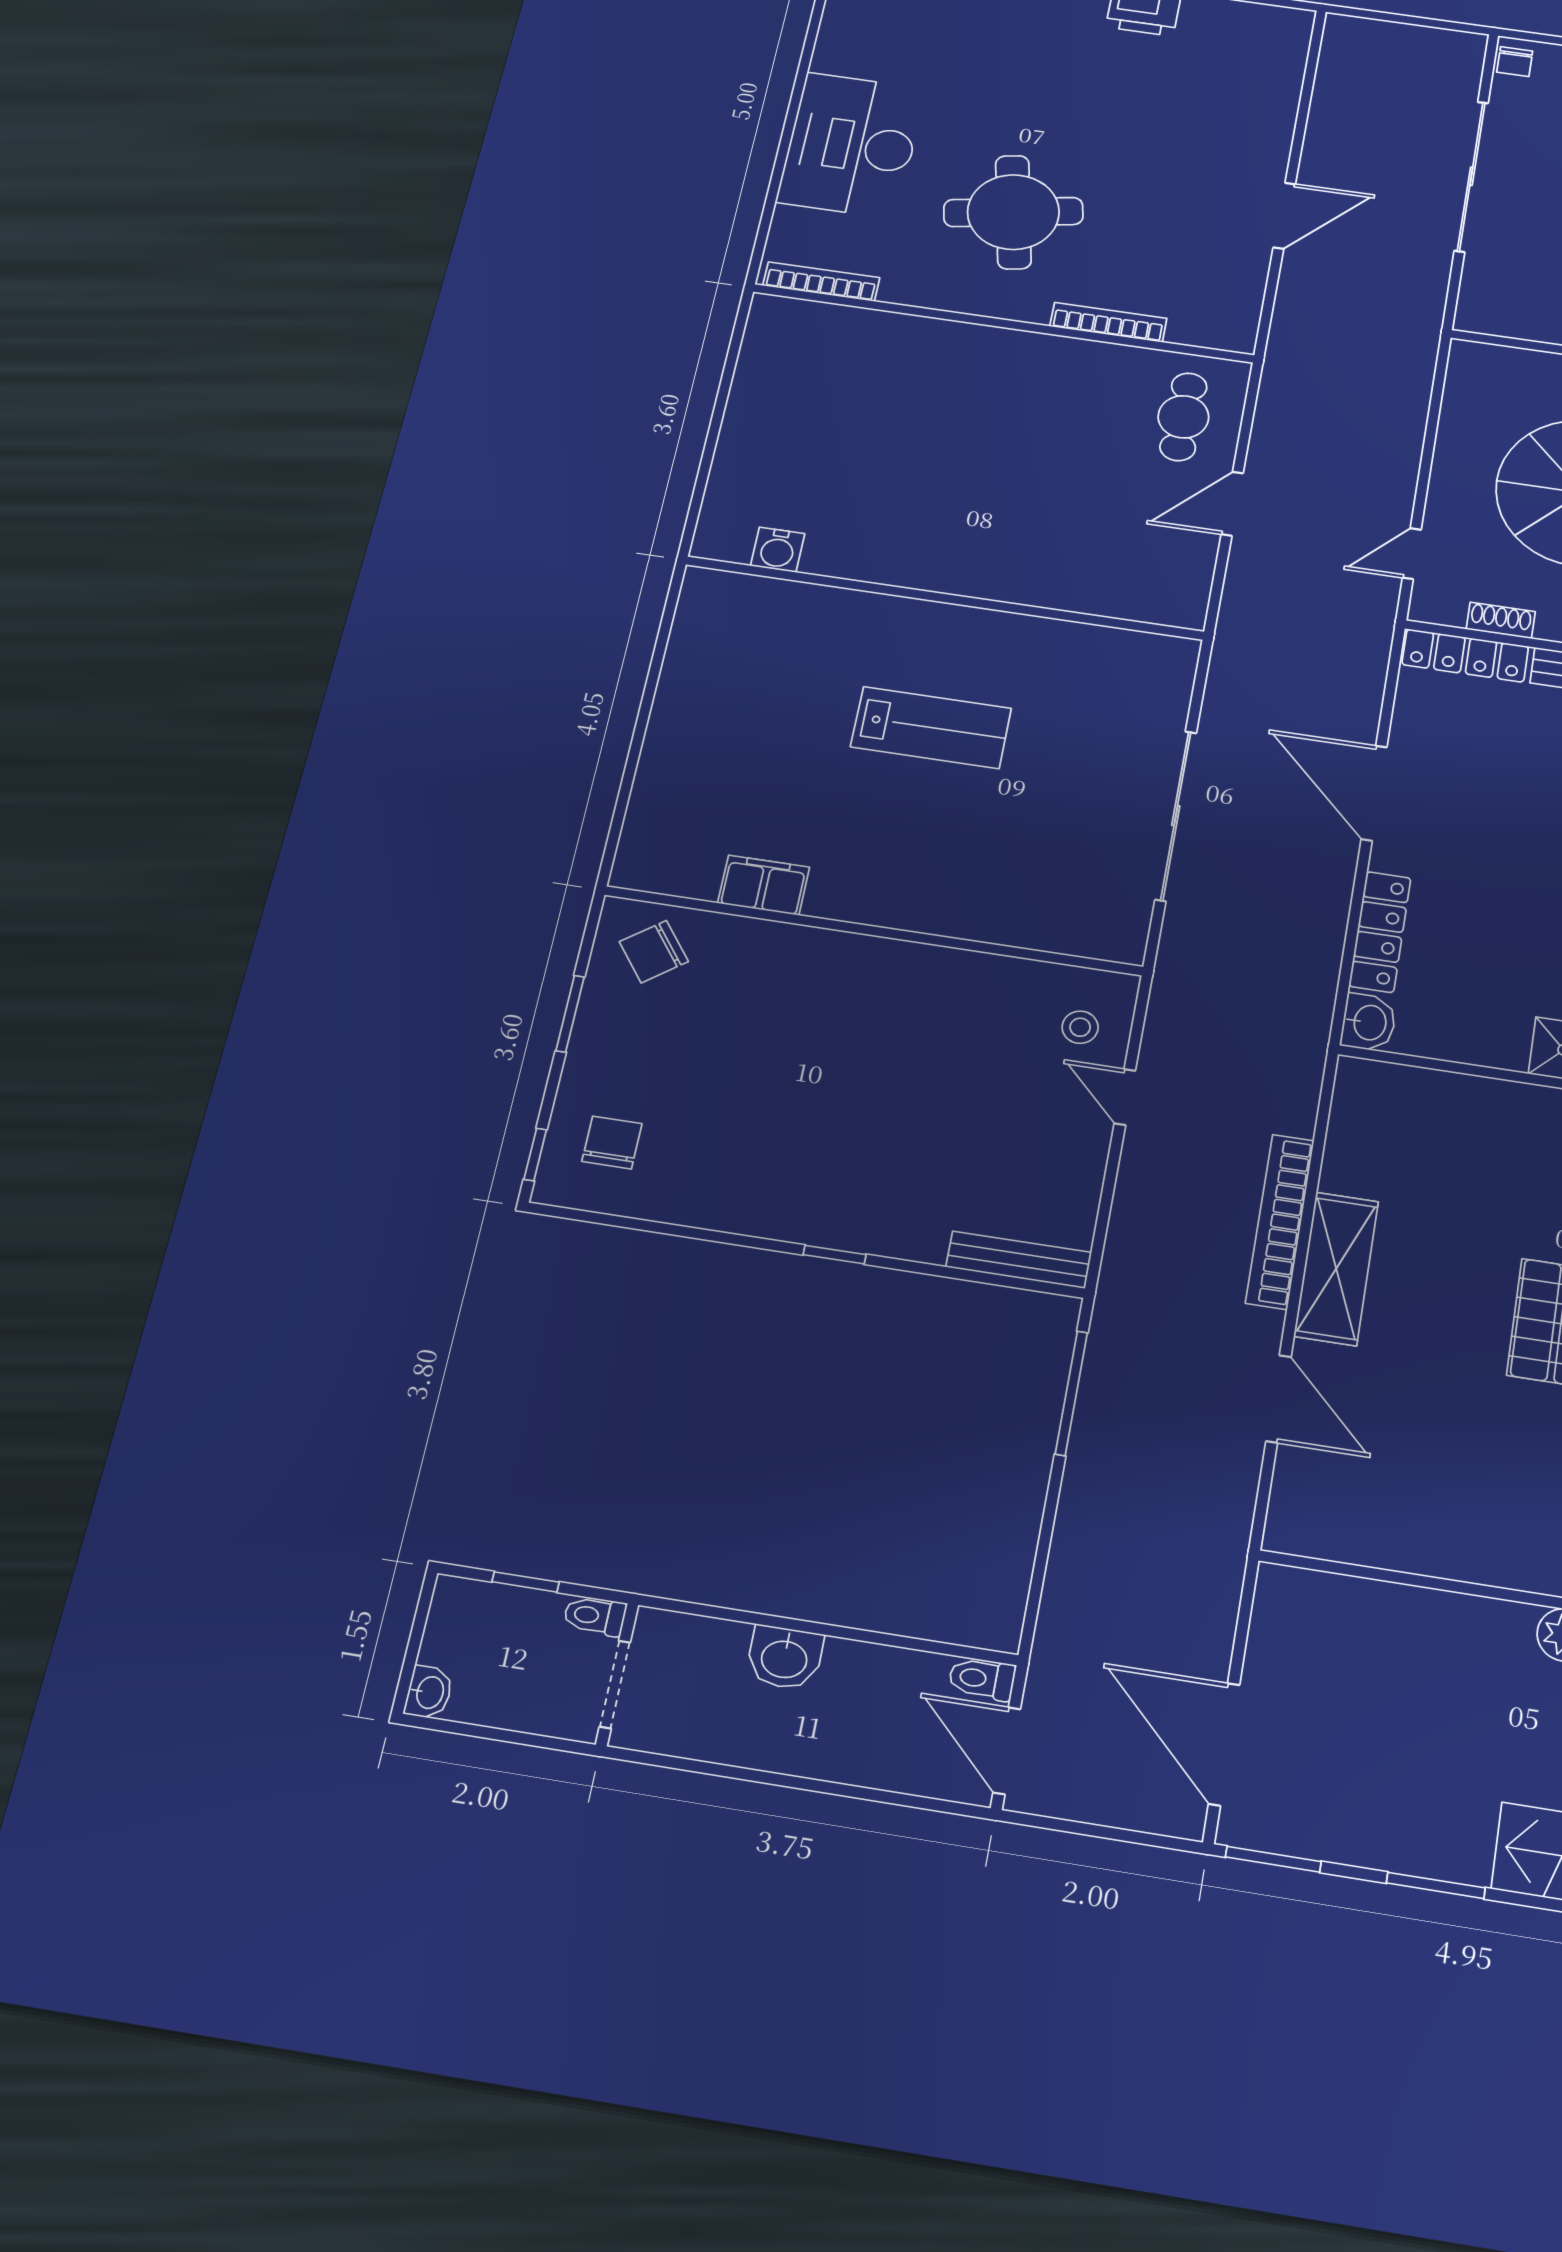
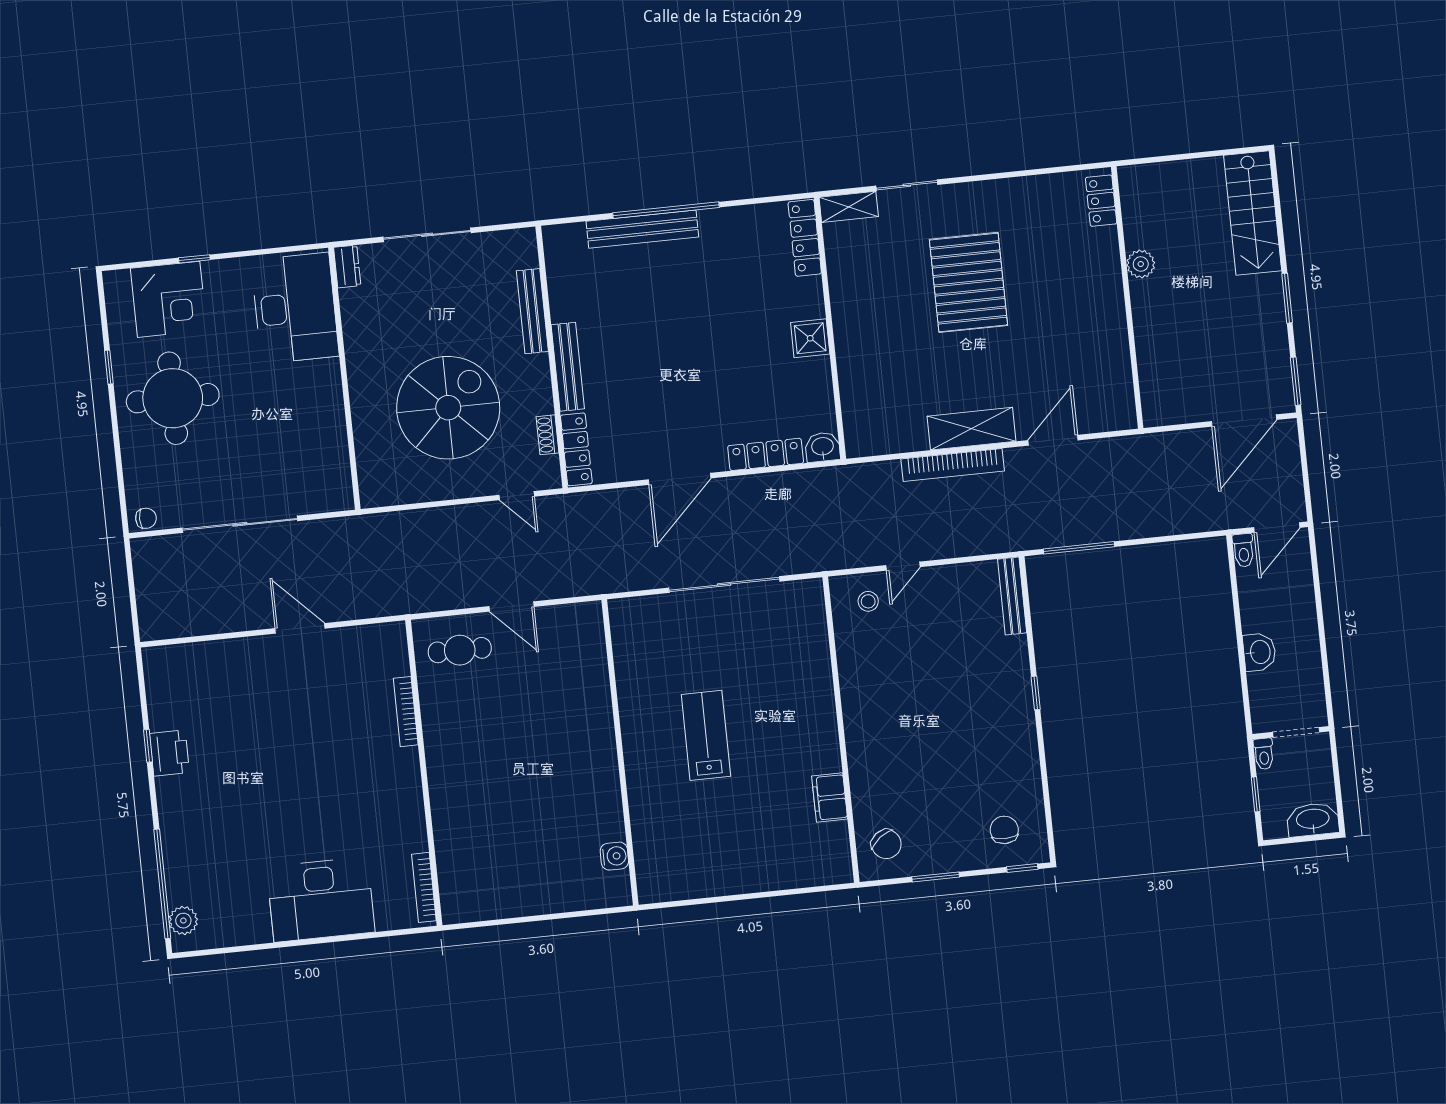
round table: (1013, 212) -> (342, 789), removed
chair: (612, 1143) -> (1004, 830), turned 90
washbasin: (429, 1692) -> (1313, 820), width x1.91, depth x1.45

